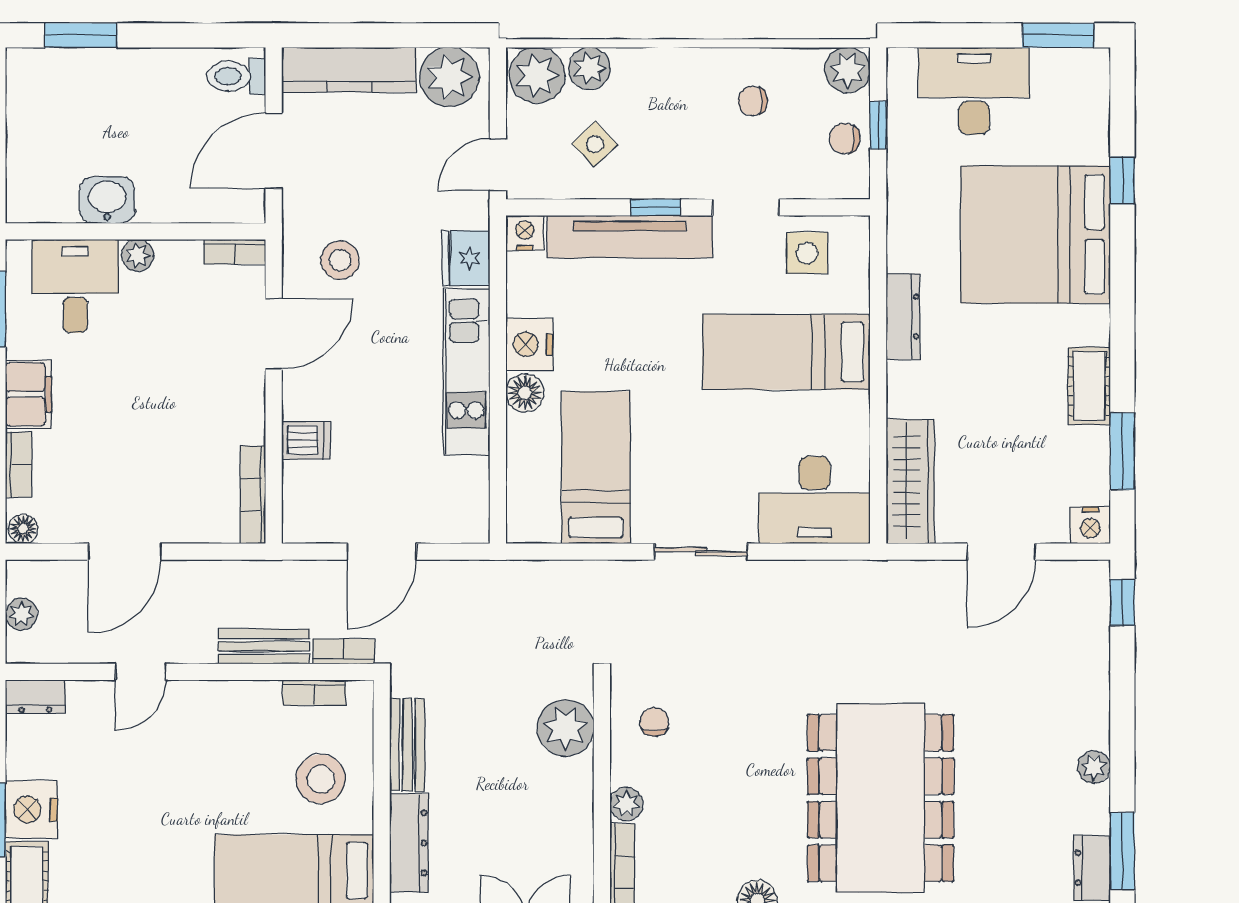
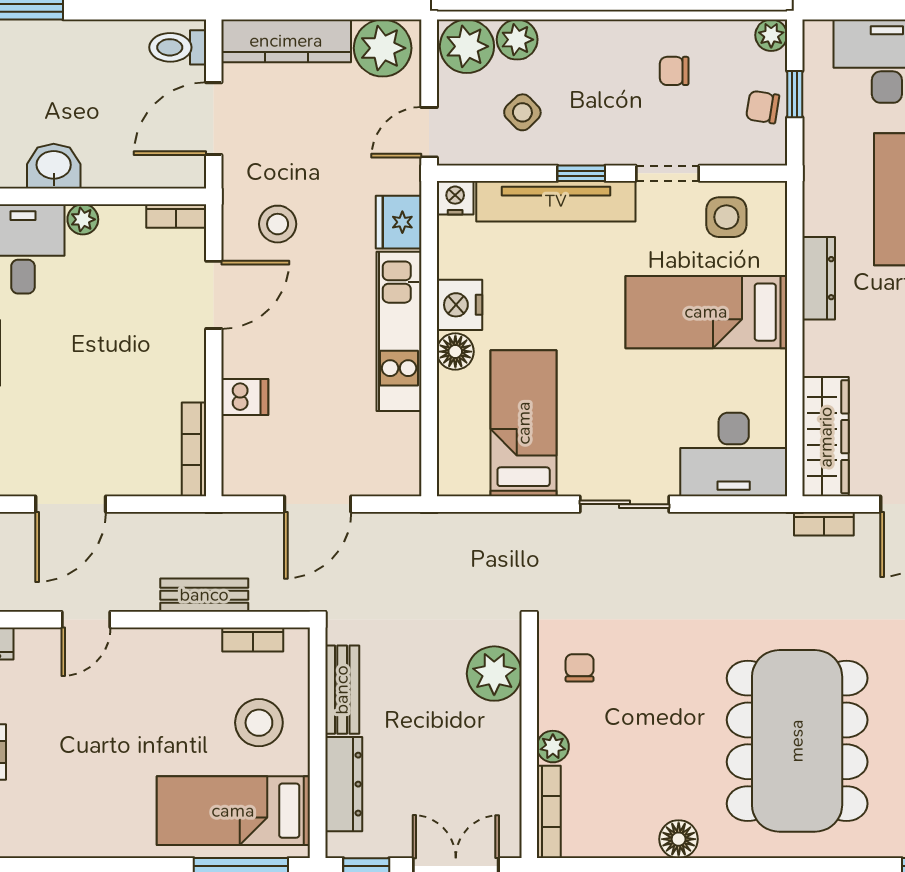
plant: (847, 70) -> (771, 35), width x0.73, depth x0.73
bookcase: (344, 651) -> (824, 524), moved, turned 180

